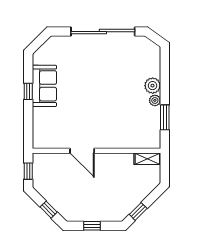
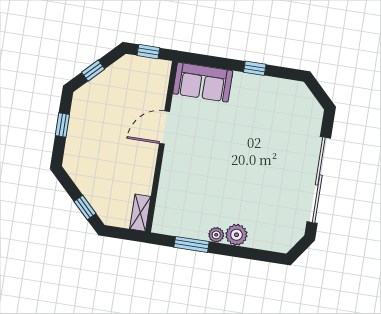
sofa: (44, 86) -> (203, 82), moved
window: (138, 211) -> (85, 208), moved

